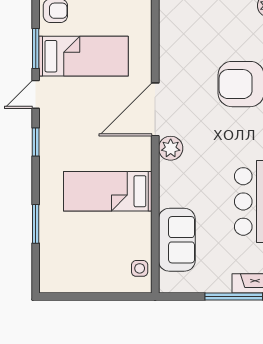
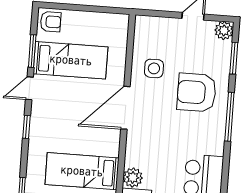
side table: (187, 58) -> (154, 68), added
plant: (171, 148) -> (133, 177), moved

